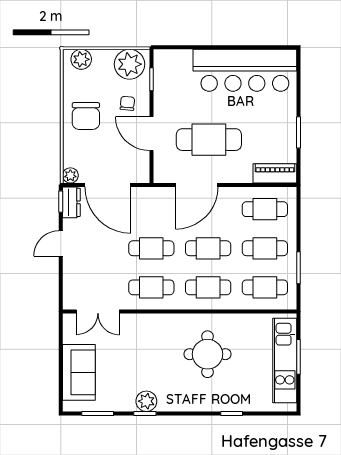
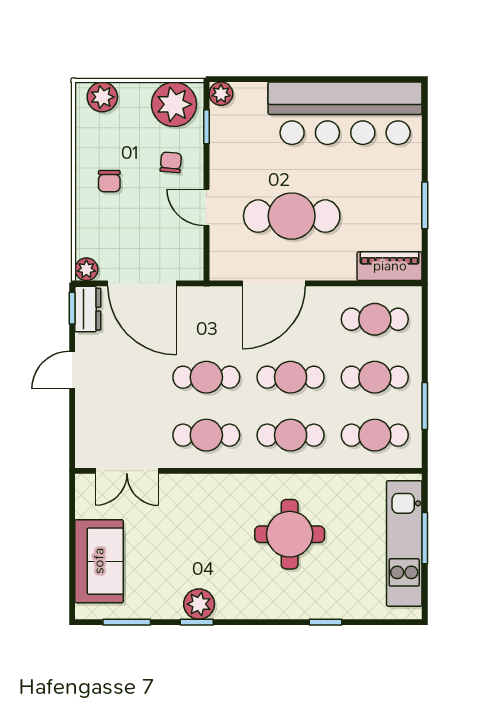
plant: (161, 57) -> (221, 94), added
chair: (86, 116) -> (109, 181), width x0.54, depth x0.54
door: (151, 134) -> (206, 207), width x0.73

